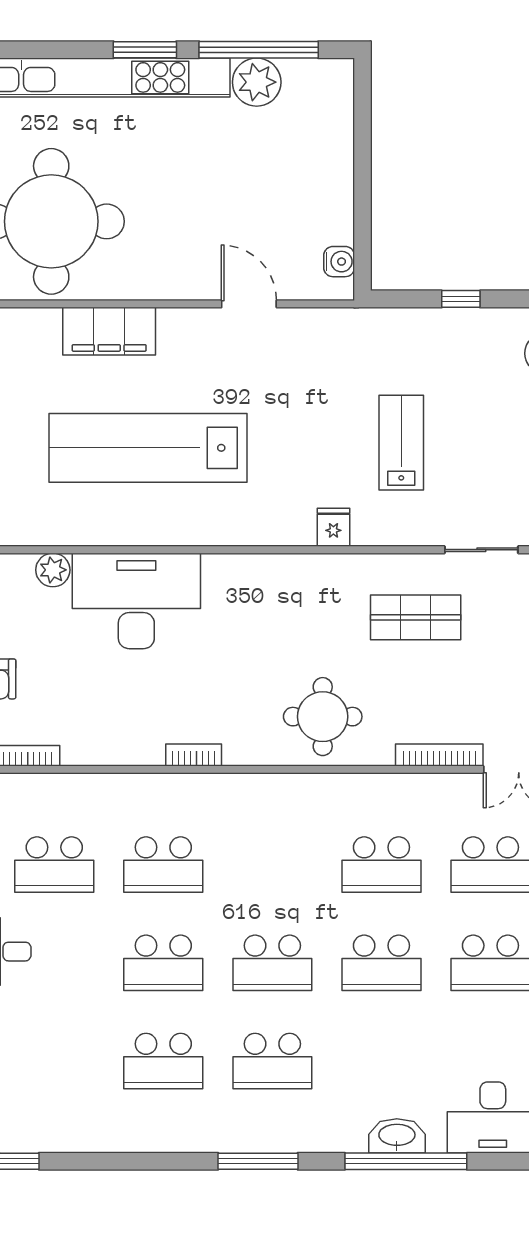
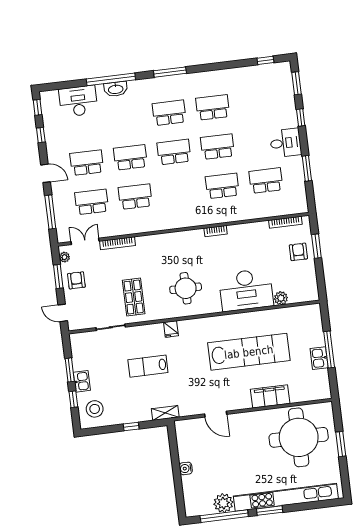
water cooler: (339, 262) -> (186, 468), moved
shelving: (373, 322) -> (165, 413), added
lab bench: (401, 443) -> (148, 366), turned 90
shop shelf: (416, 617) -> (134, 297), turned 90
round table: (323, 717) -> (186, 288), moved

